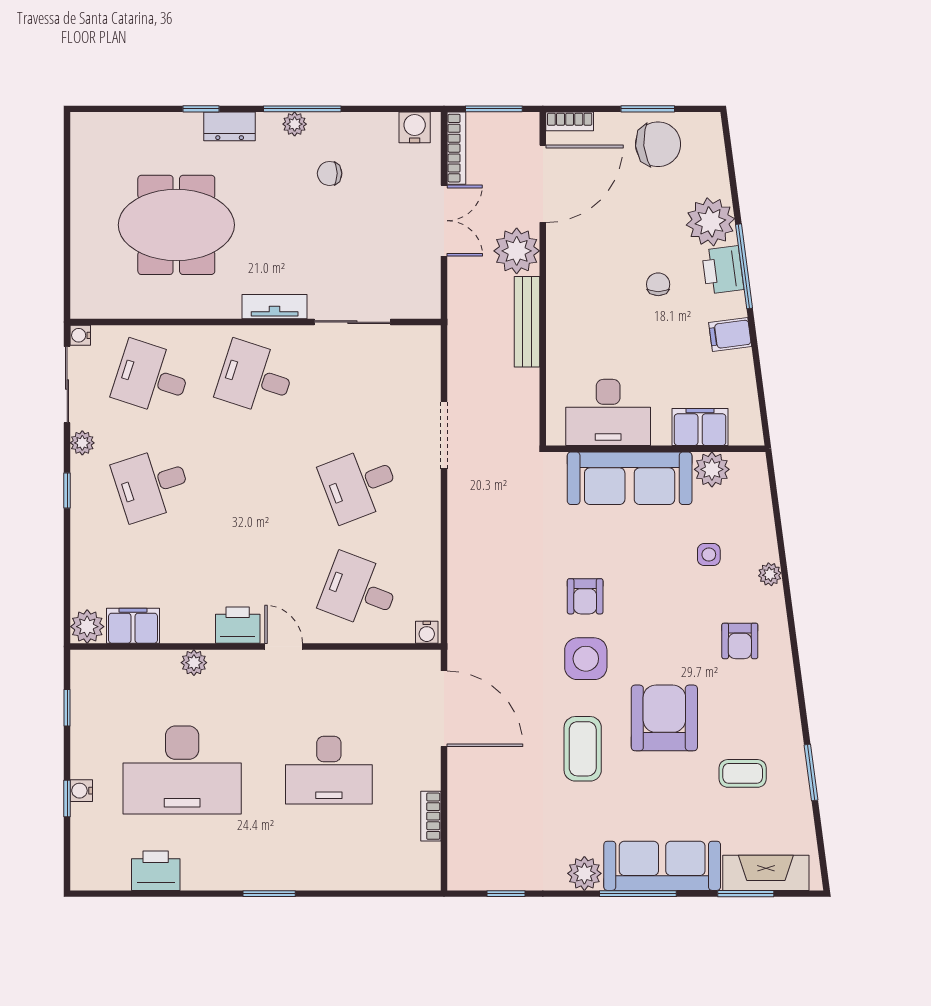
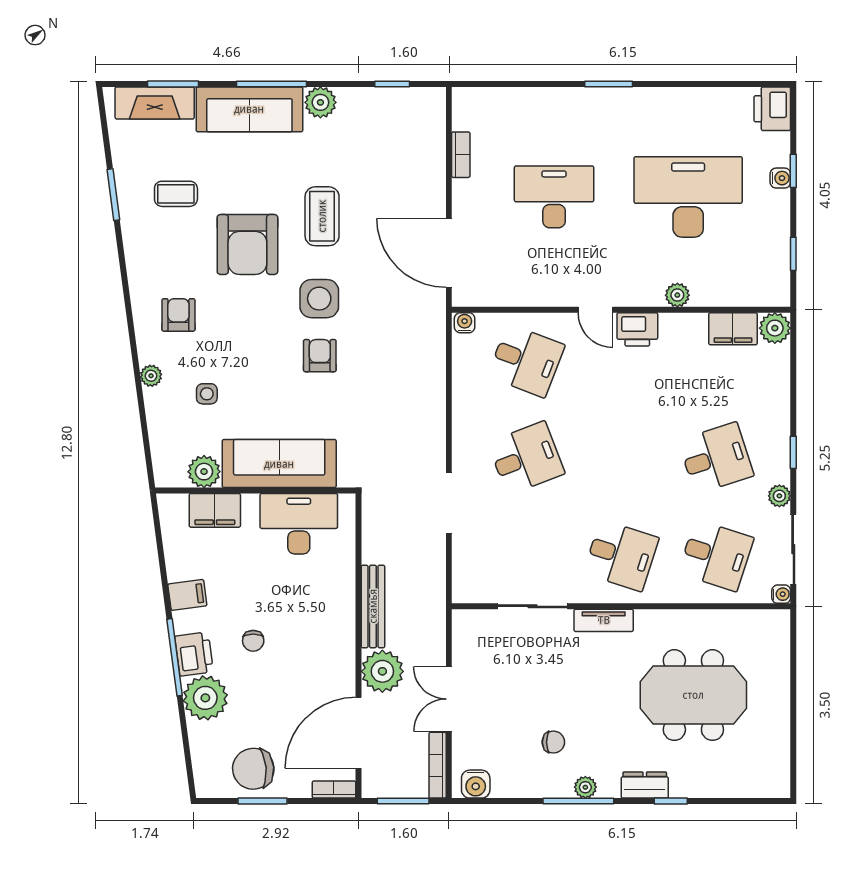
printer: (156, 871) -> (772, 109), moved, turned 90

